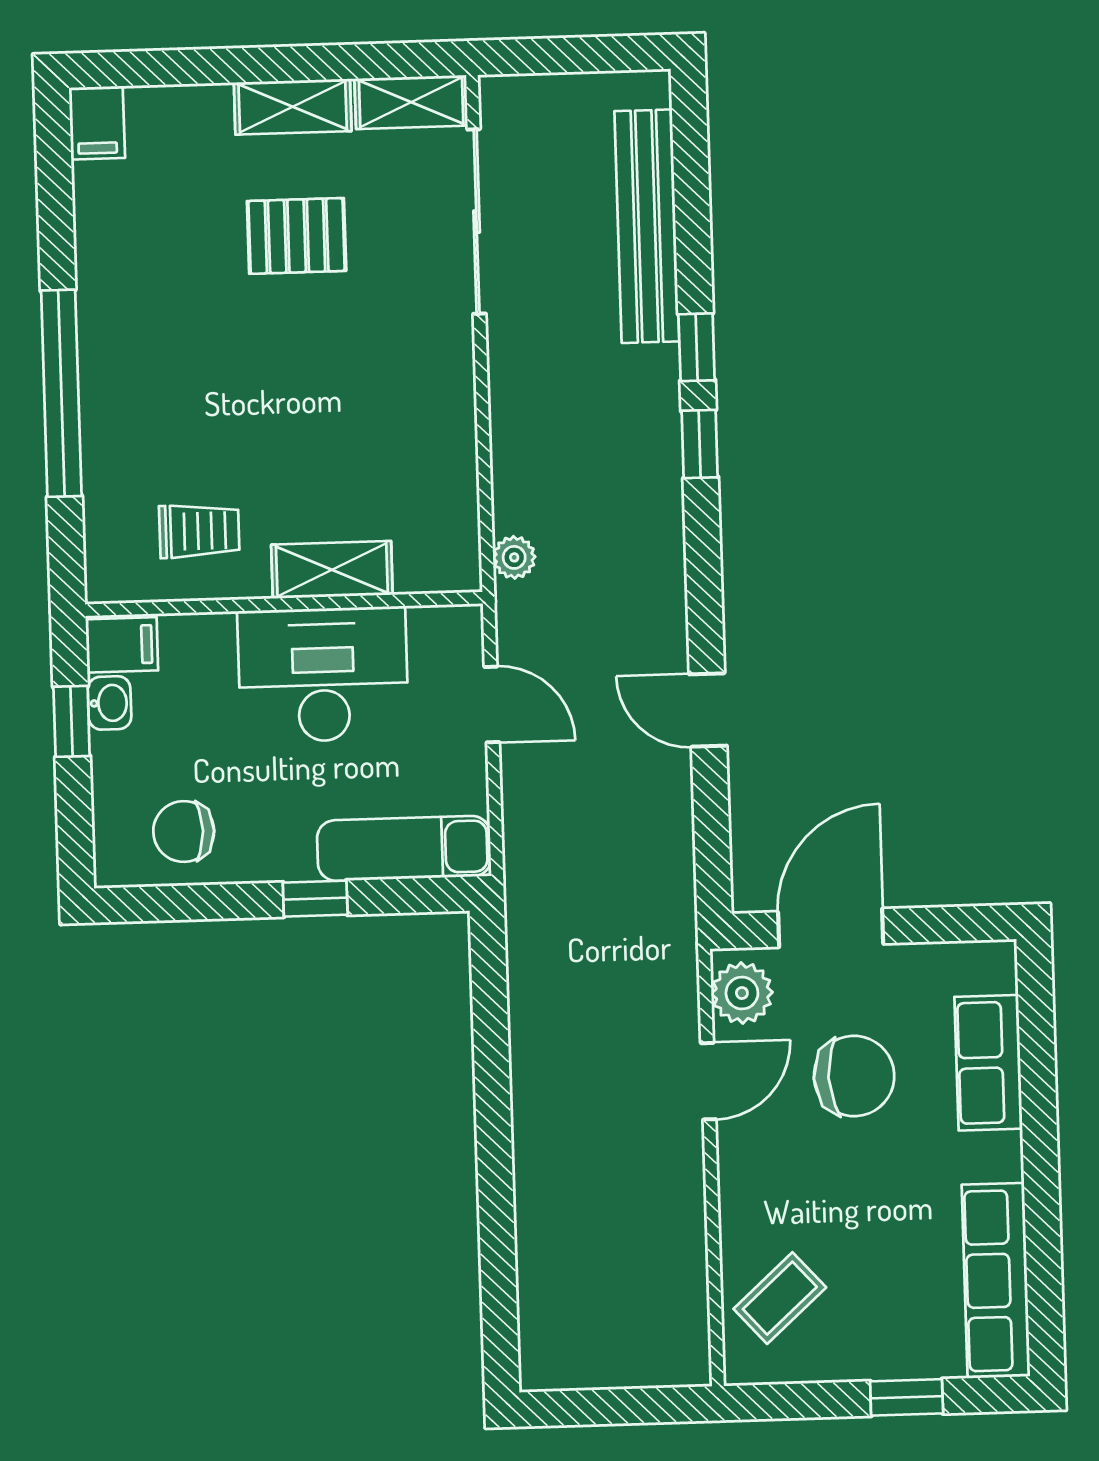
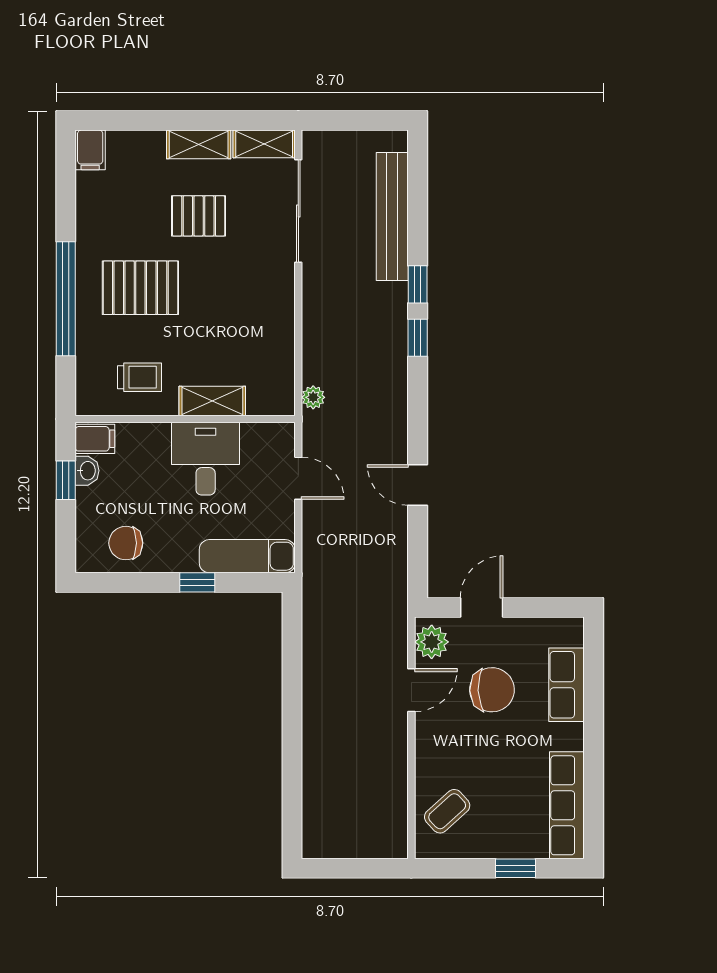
pallet: (196, 369) -> (140, 288), added
desk: (323, 674) -> (206, 459), width x0.73
door: (831, 928) -> (482, 608), width x0.73

